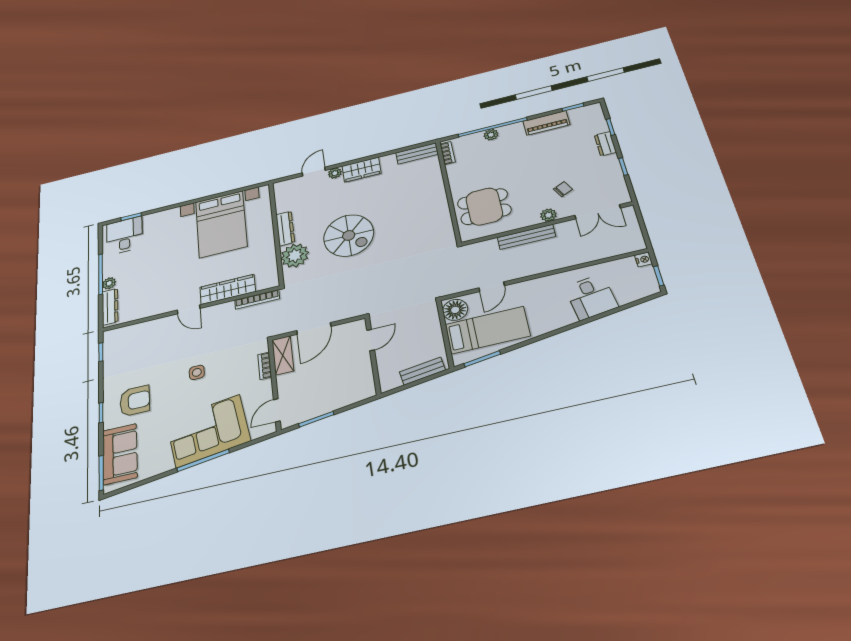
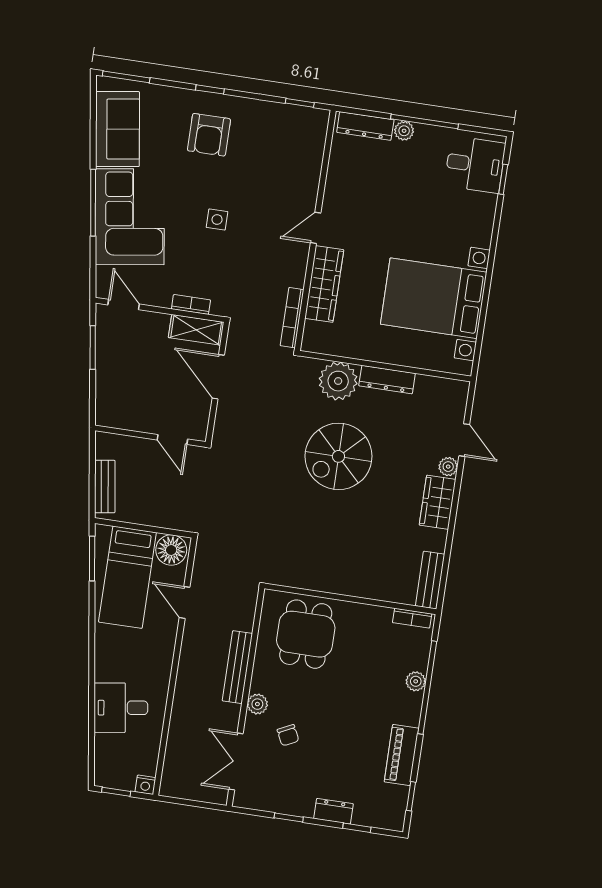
sofa: (120, 454) -> (118, 129), moved, turned -98

